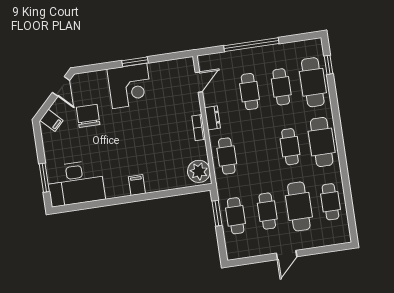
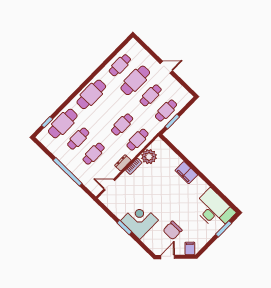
cafe table: (290, 147) -> (122, 125), moved
plant: (199, 171) -> (149, 157), moved
filing cabinet: (137, 185) -> (186, 173), width x2.00

